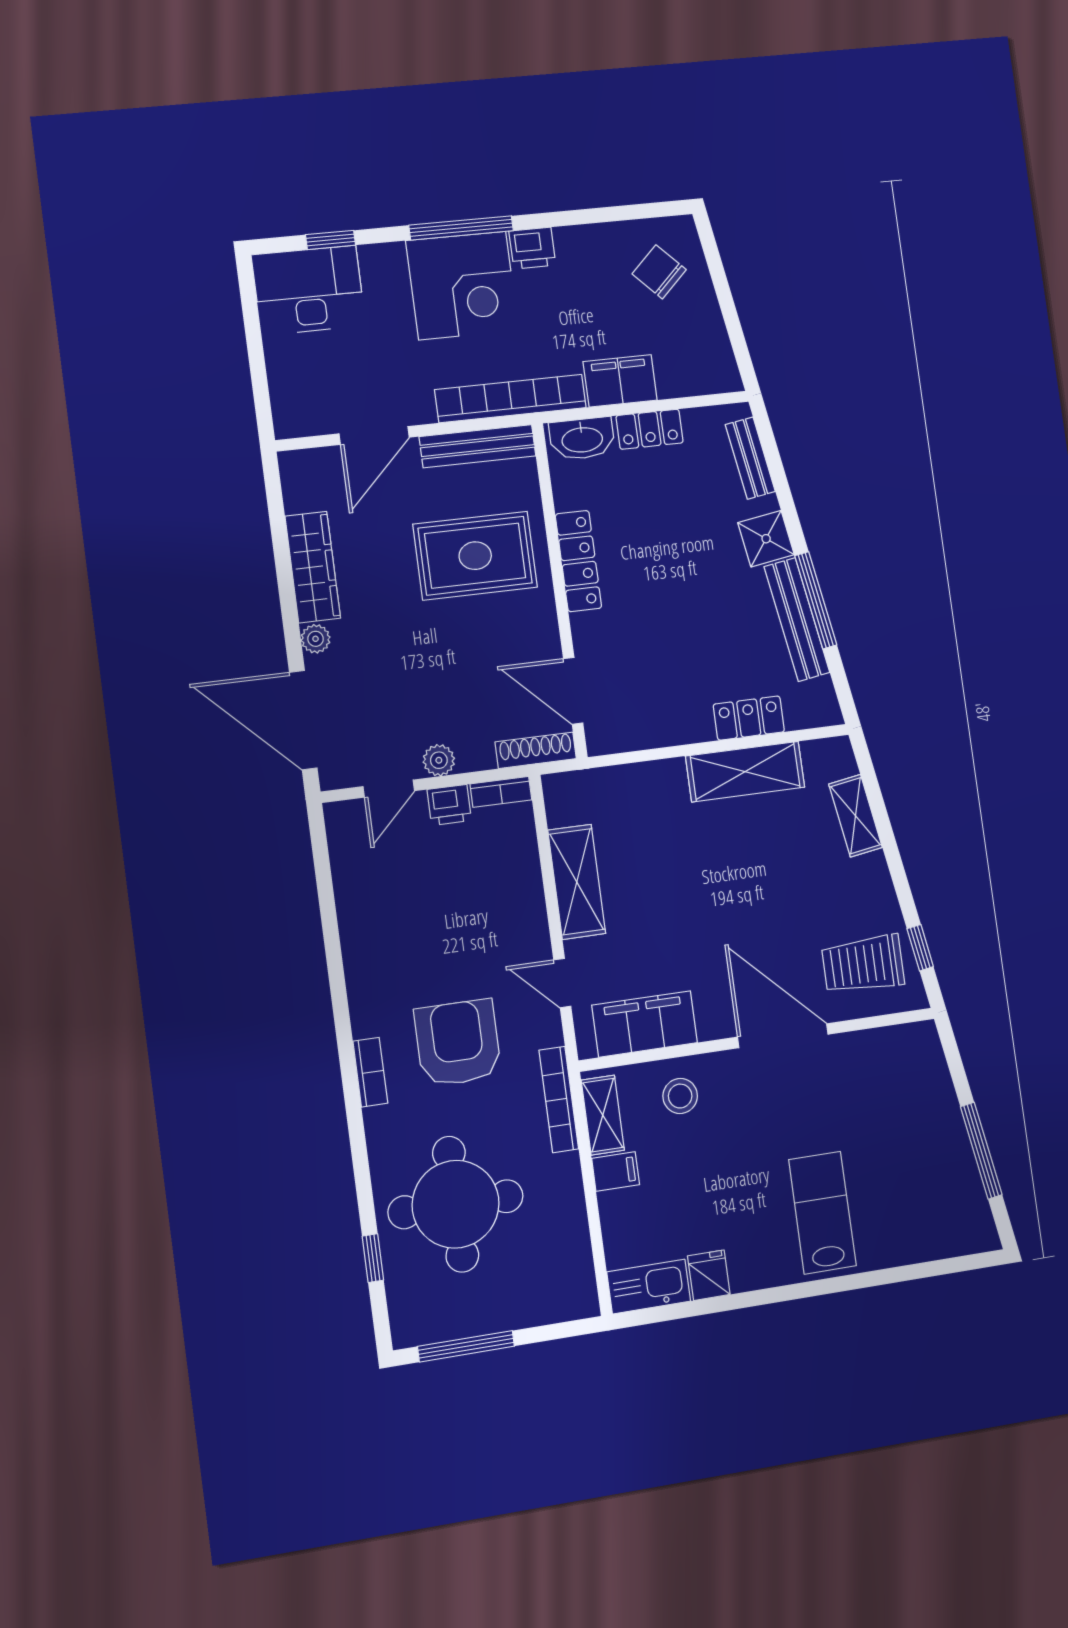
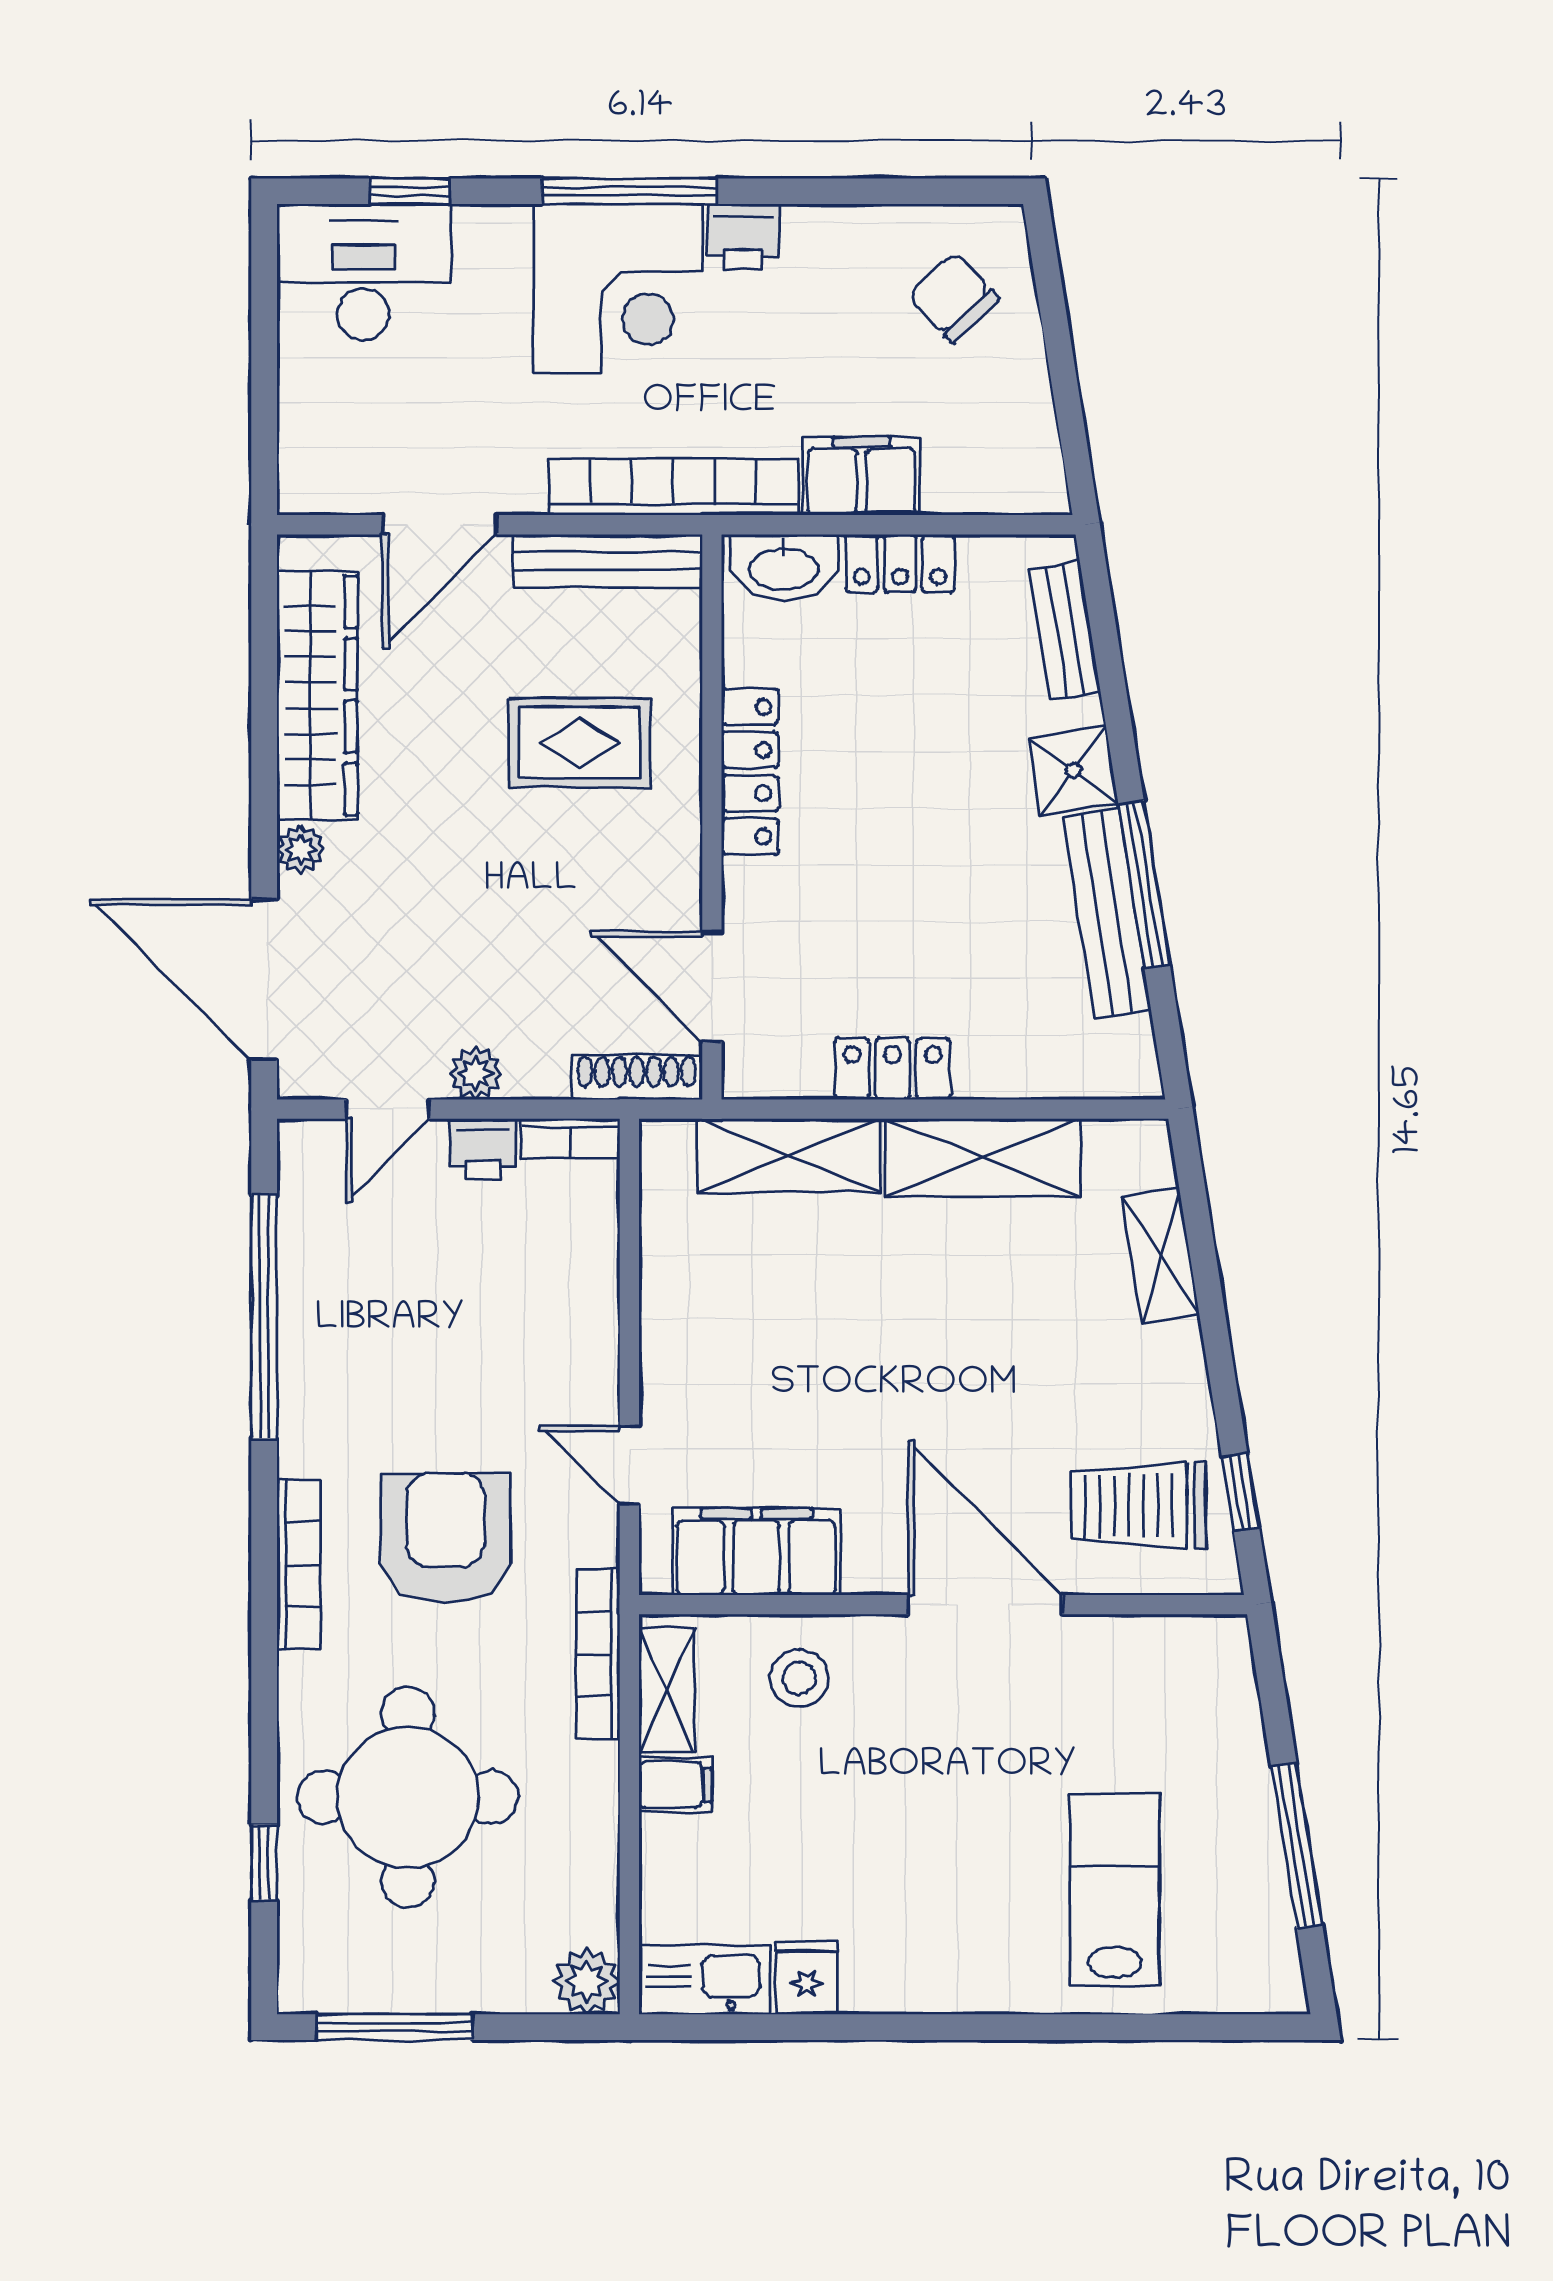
rug: (475, 556) -> (579, 743), width x0.73, depth x0.70
wardrobe: (313, 567) -> (317, 695), width x1.40, depth x1.17
locker: (749, 718) -> (893, 1069), moved
shelving: (577, 882) -> (789, 1155), moved, turned 90
window: (330, 924) -> (264, 1317), added
bookcase: (370, 1072) -> (298, 1565), width x1.56
lab bench: (822, 1213) -> (1115, 1889), moved
plant: (578, 1299) -> (587, 1981), added

